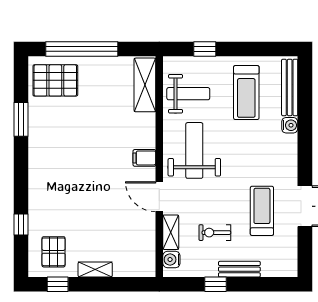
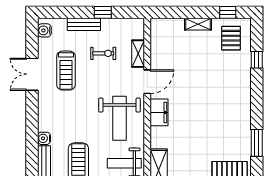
filing cabinet: (144, 158) -> (159, 112), width x2.00
door: (159, 197) -> (147, 82), hinge flipped
water cooler: (171, 259) -> (44, 30), moved, turned 180

